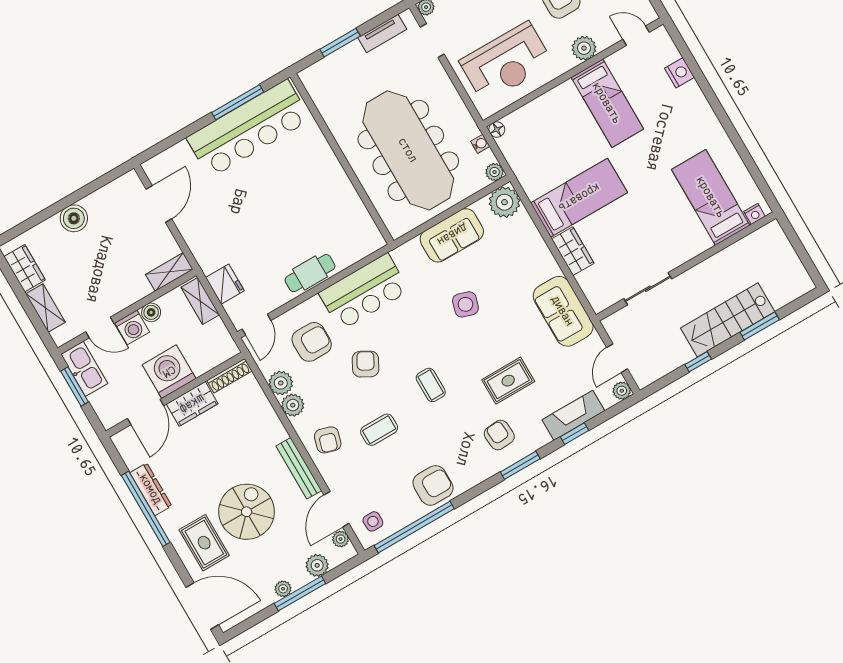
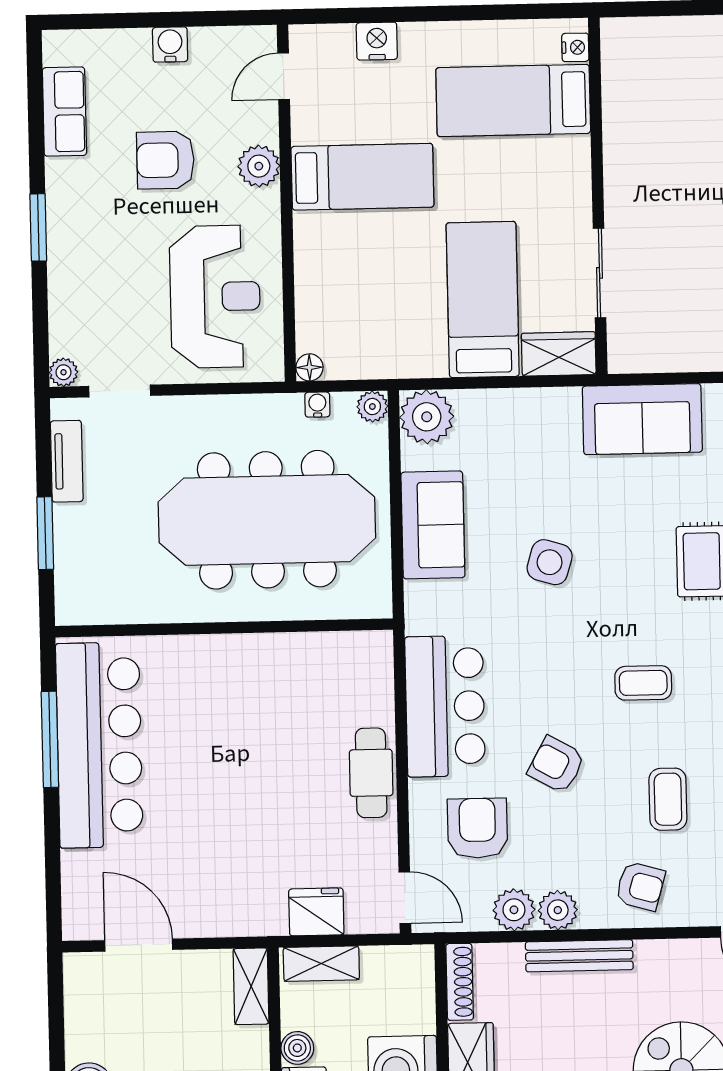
bed: (711, 197) -> (513, 100), moved
nightstand: (755, 214) -> (575, 47), moved
wall: (686, 266) -> (598, 196), moved
sliding door: (648, 289) -> (600, 273), moved
bench: (299, 468) -> (579, 956), moved

